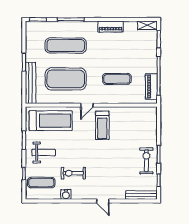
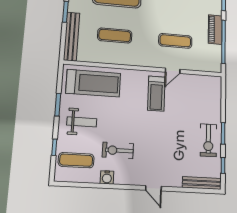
exercise mat: (66, 79) -> (115, 36), width x0.50, depth x0.69
piano: (151, 87) -> (215, 29), moved
door: (87, 105) -> (173, 71), moved
exercise bike: (146, 161) -> (208, 140), turned 180

